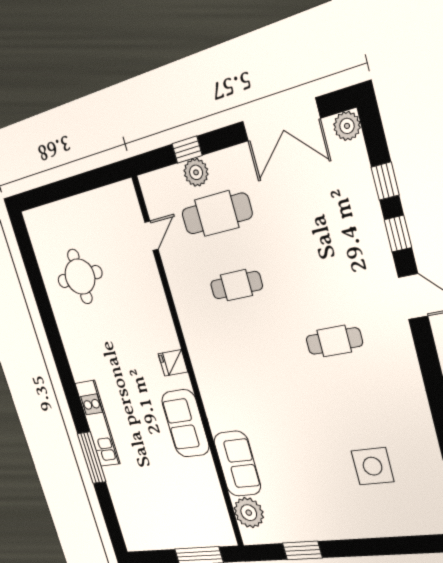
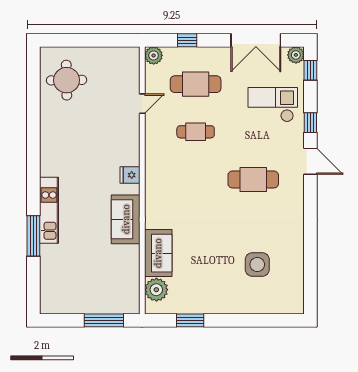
plant: (196, 172) -> (154, 55), moved
window: (385, 181) -> (310, 70), moved
checkout: (333, 218) -> (273, 105), added
door: (151, 236) -> (142, 104), moved
round table: (80, 277) -> (67, 80), moved
cafe table: (334, 341) -> (253, 179), width x1.37, depth x1.35

